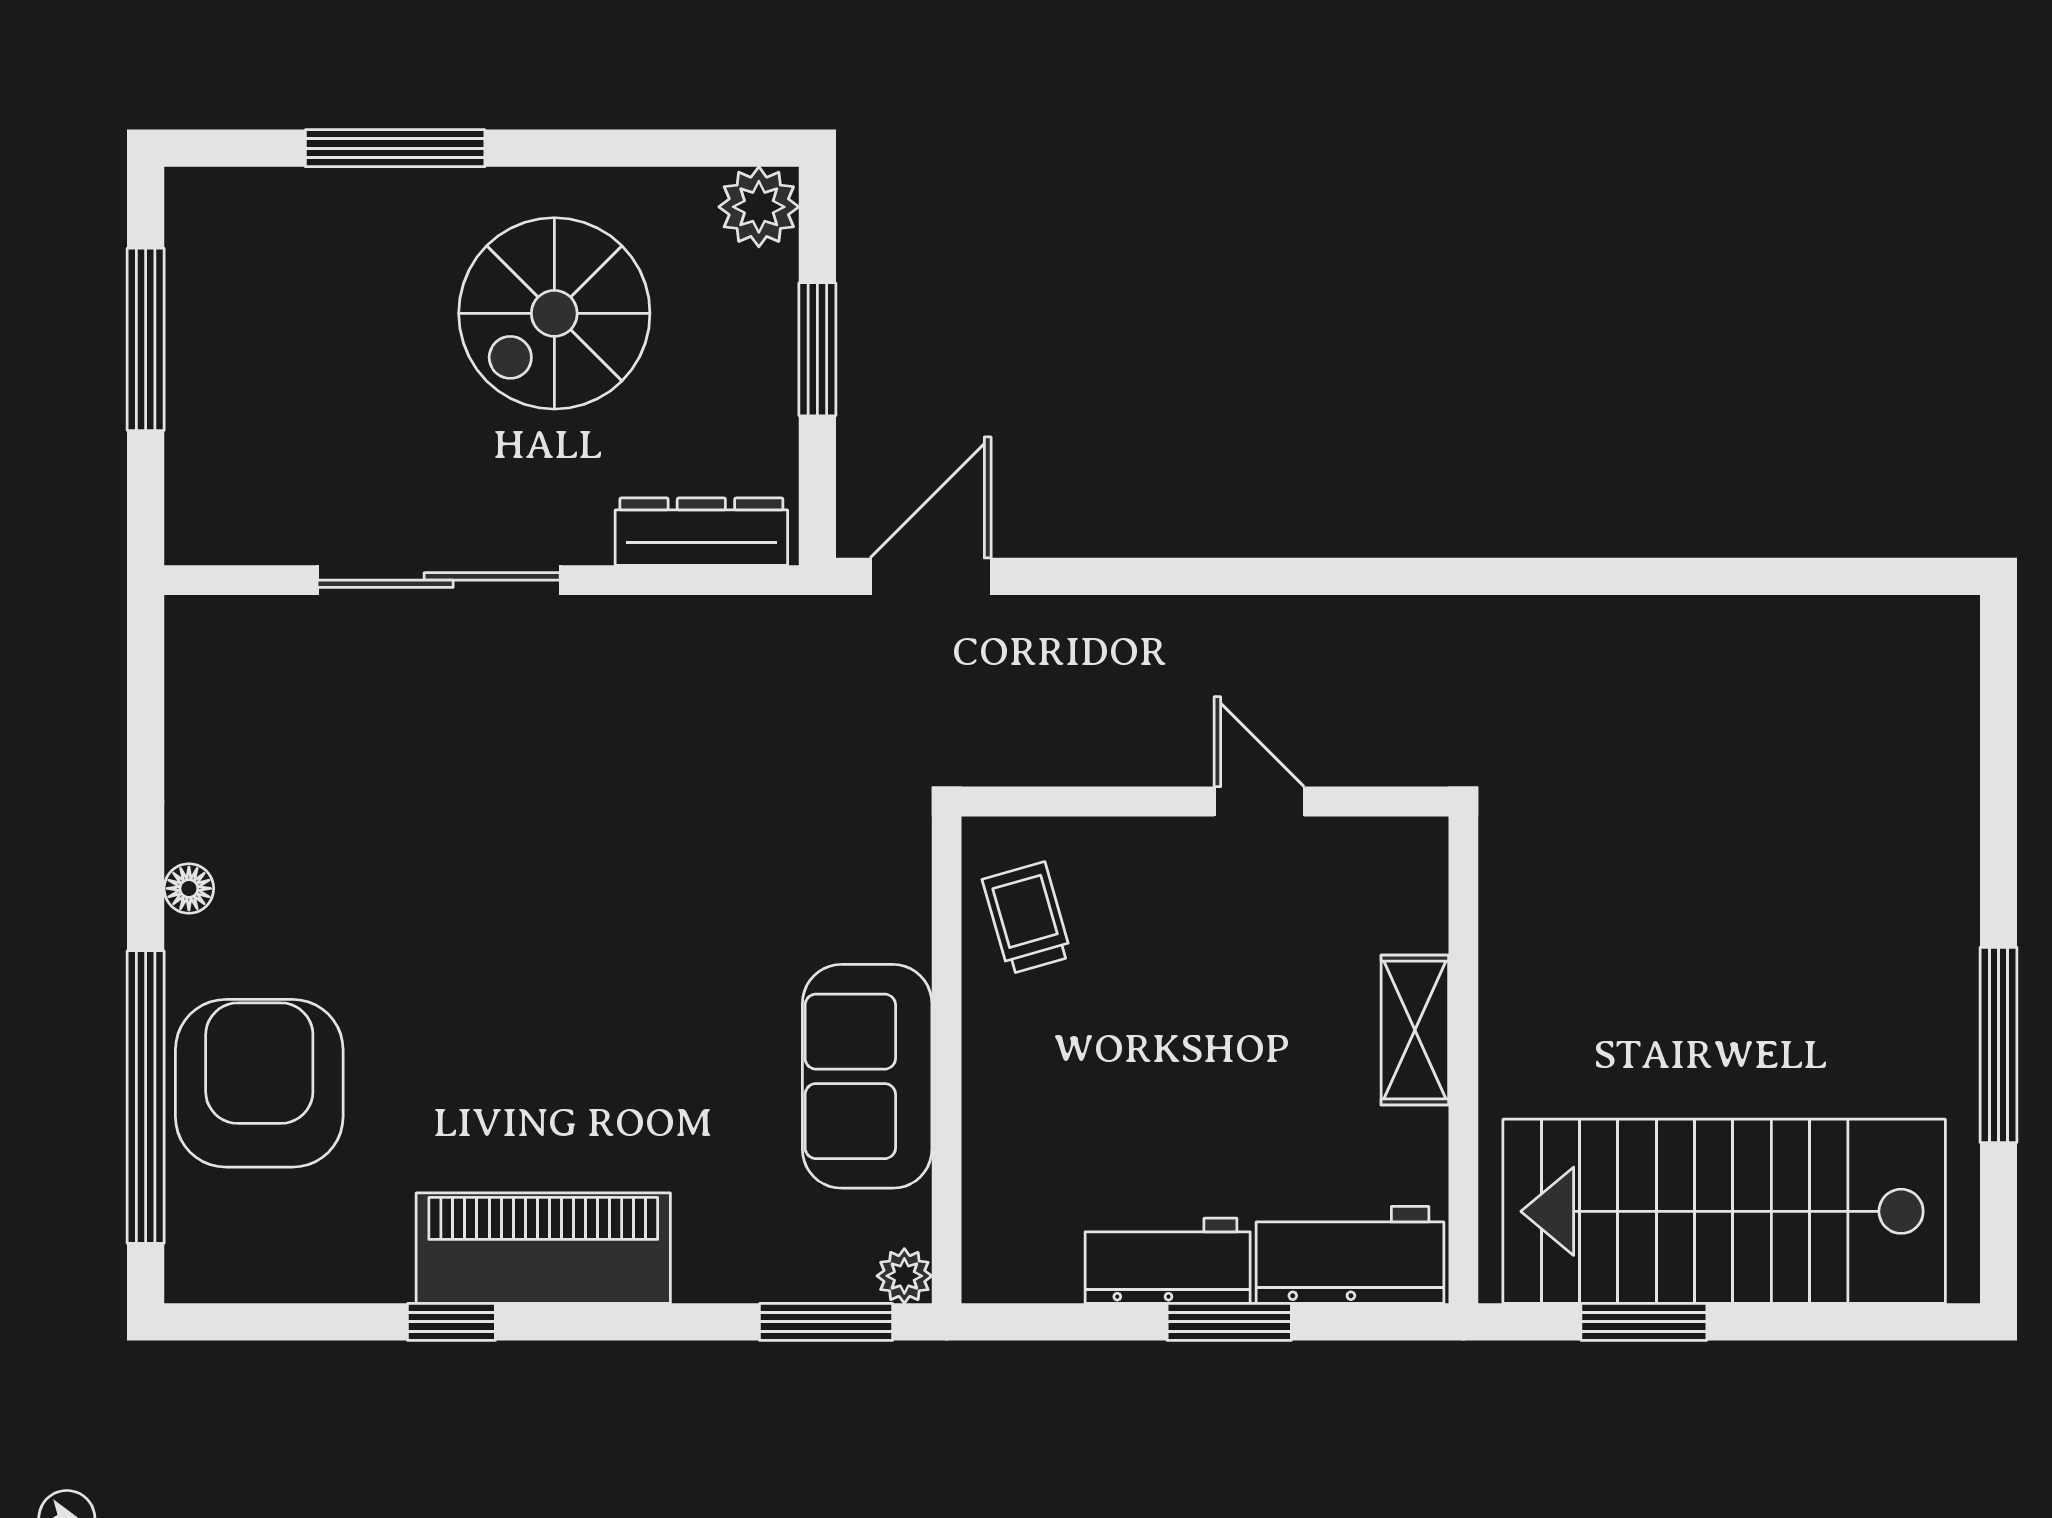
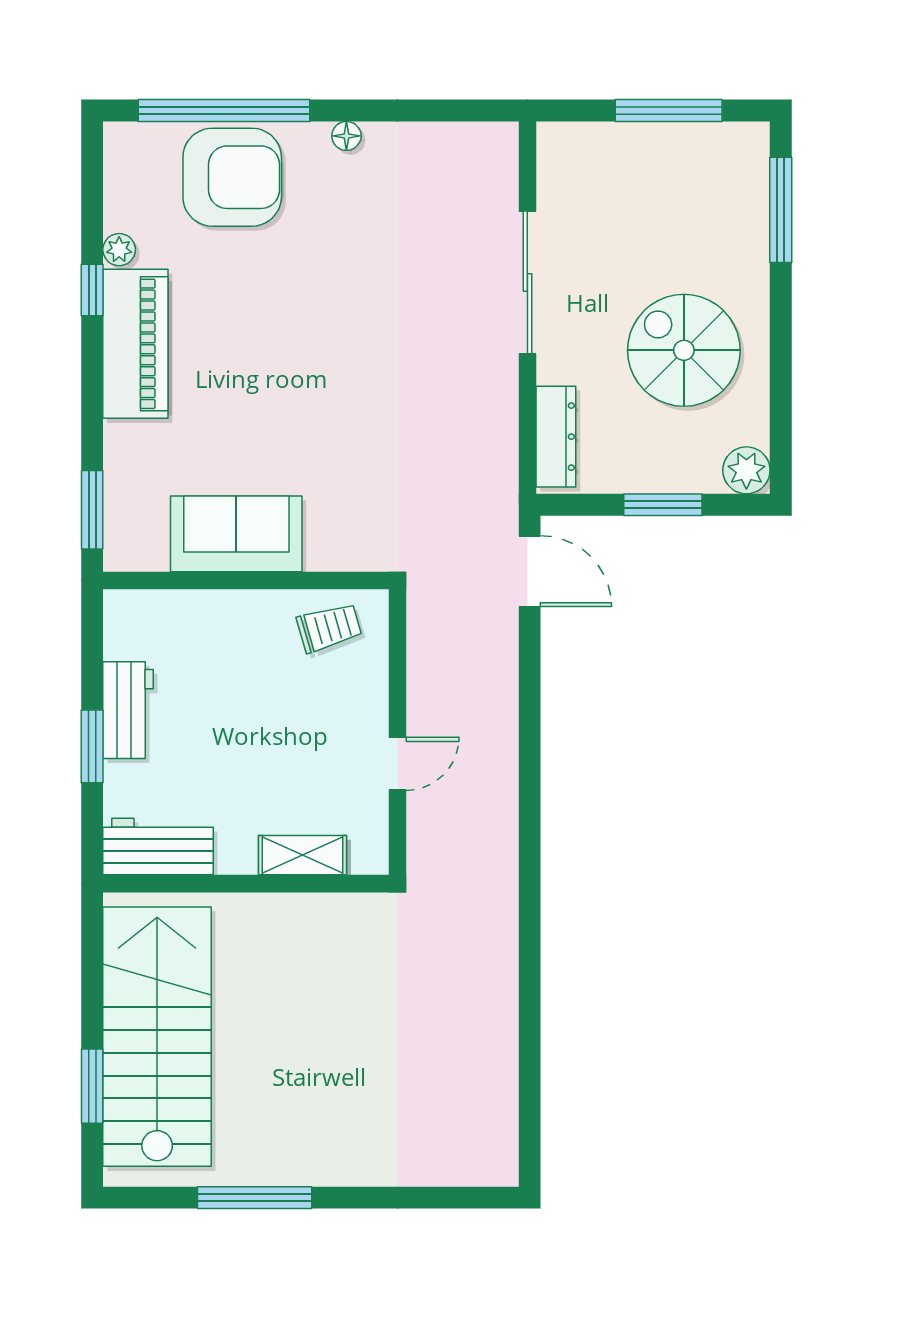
window: (395, 148) -> (781, 210), moved
shelving: (1415, 1030) -> (303, 855), moved
workbench: (1350, 1255) -> (158, 847), moved, turned -90
plant: (904, 1276) -> (119, 250), moved
window: (1644, 1322) -> (92, 1086), moved

